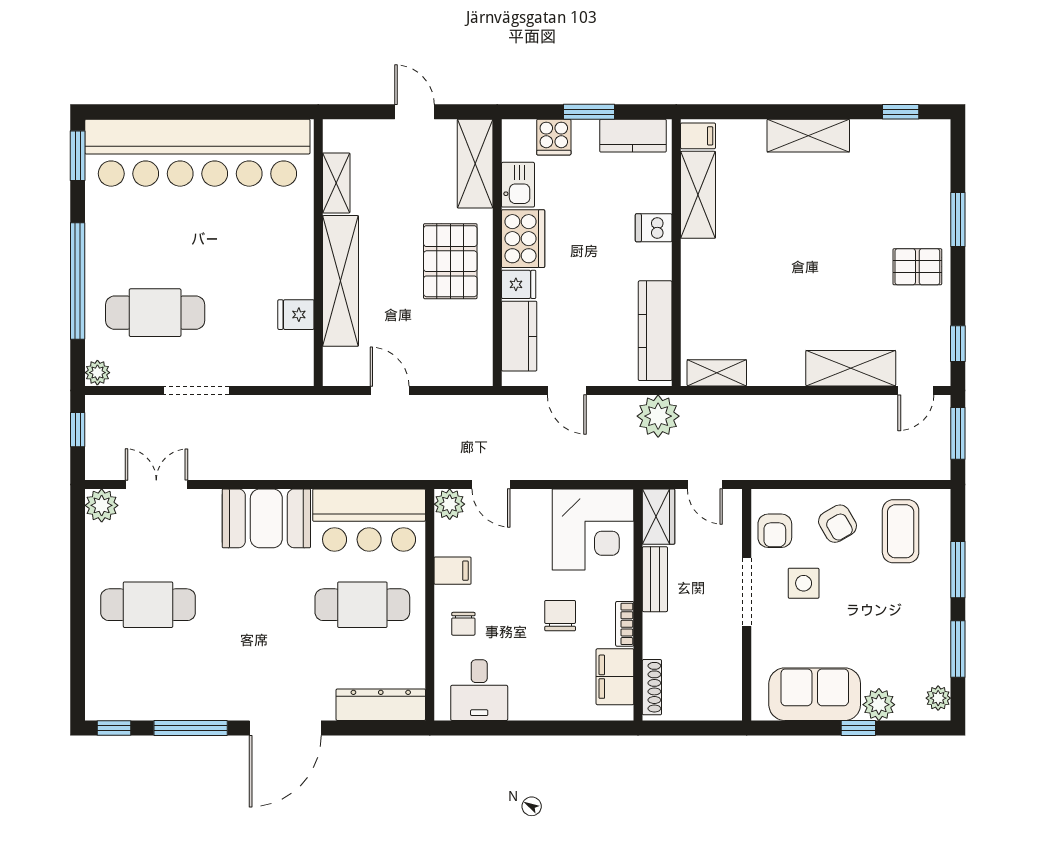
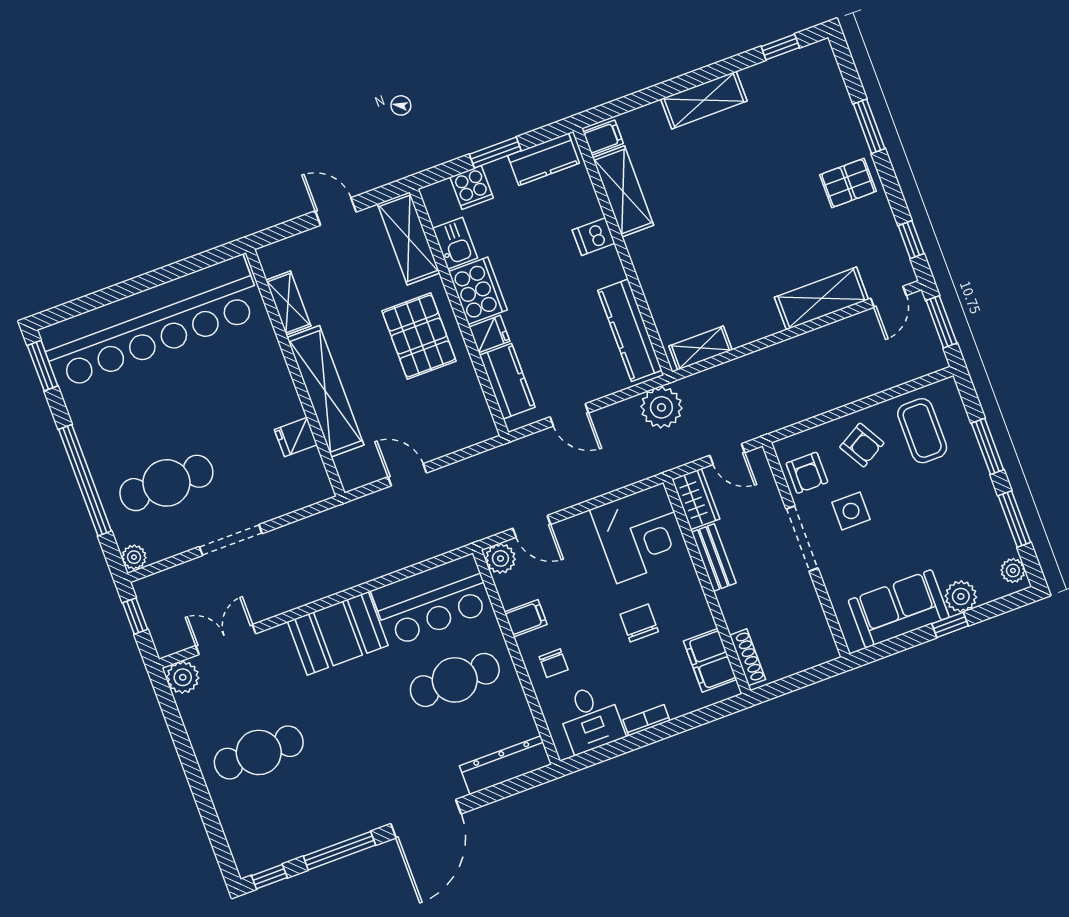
bookcase: (625, 624) -> (646, 720), moved, turned 90

